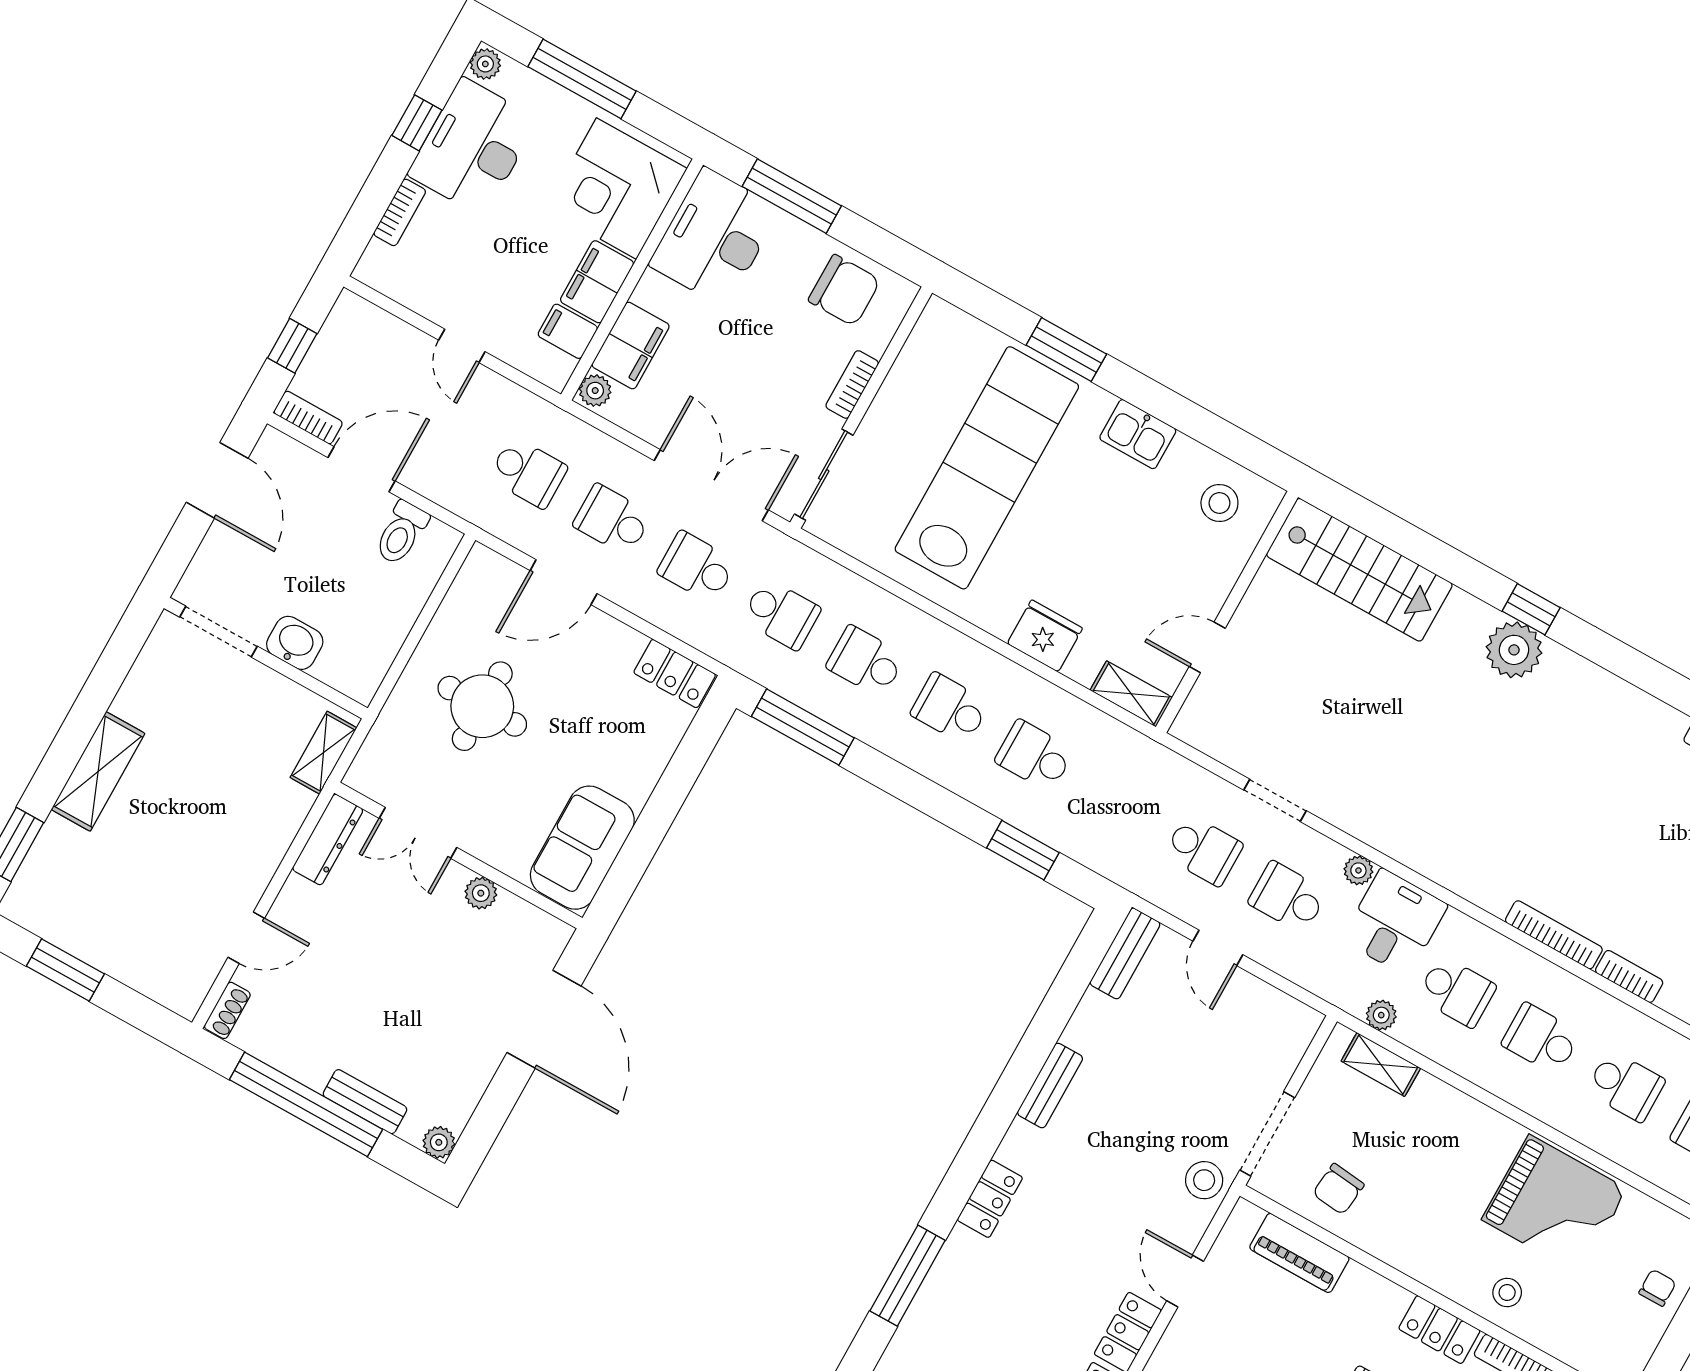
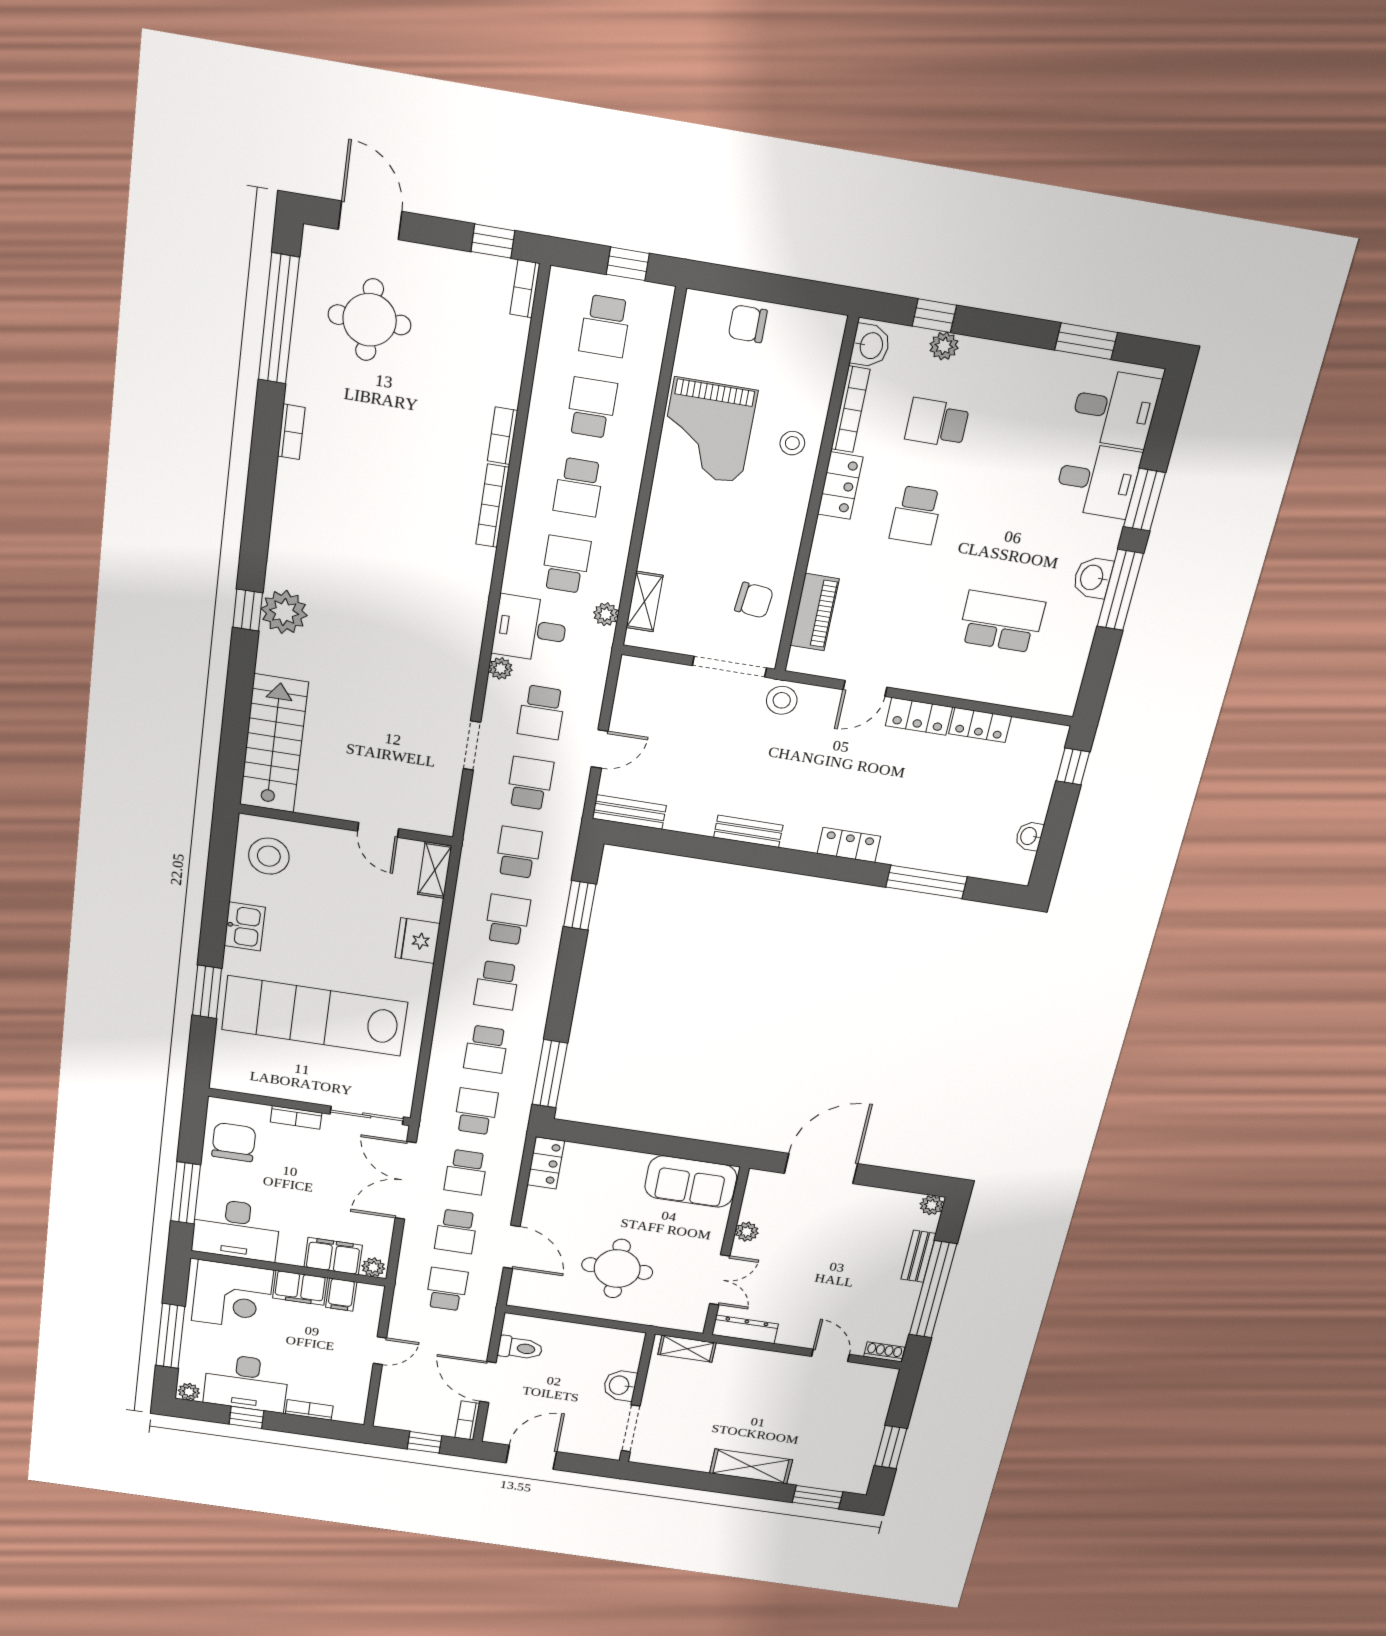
stool: (1219, 503) -> (269, 856), width x1.38, depth x1.38
school desk: (1034, 756) -> (507, 920), turned 180
school desk: (1119, 803) -> (518, 852), added
grand piano: (1555, 1204) -> (708, 430), turned 180
chair: (1657, 1288) -> (748, 324), width x1.37, depth x1.37

